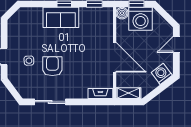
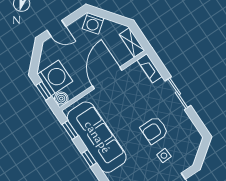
sofa: (61, 17) -> (97, 137), width x1.85, depth x1.27
sliding door: (50, 102) -> (178, 93), moved

